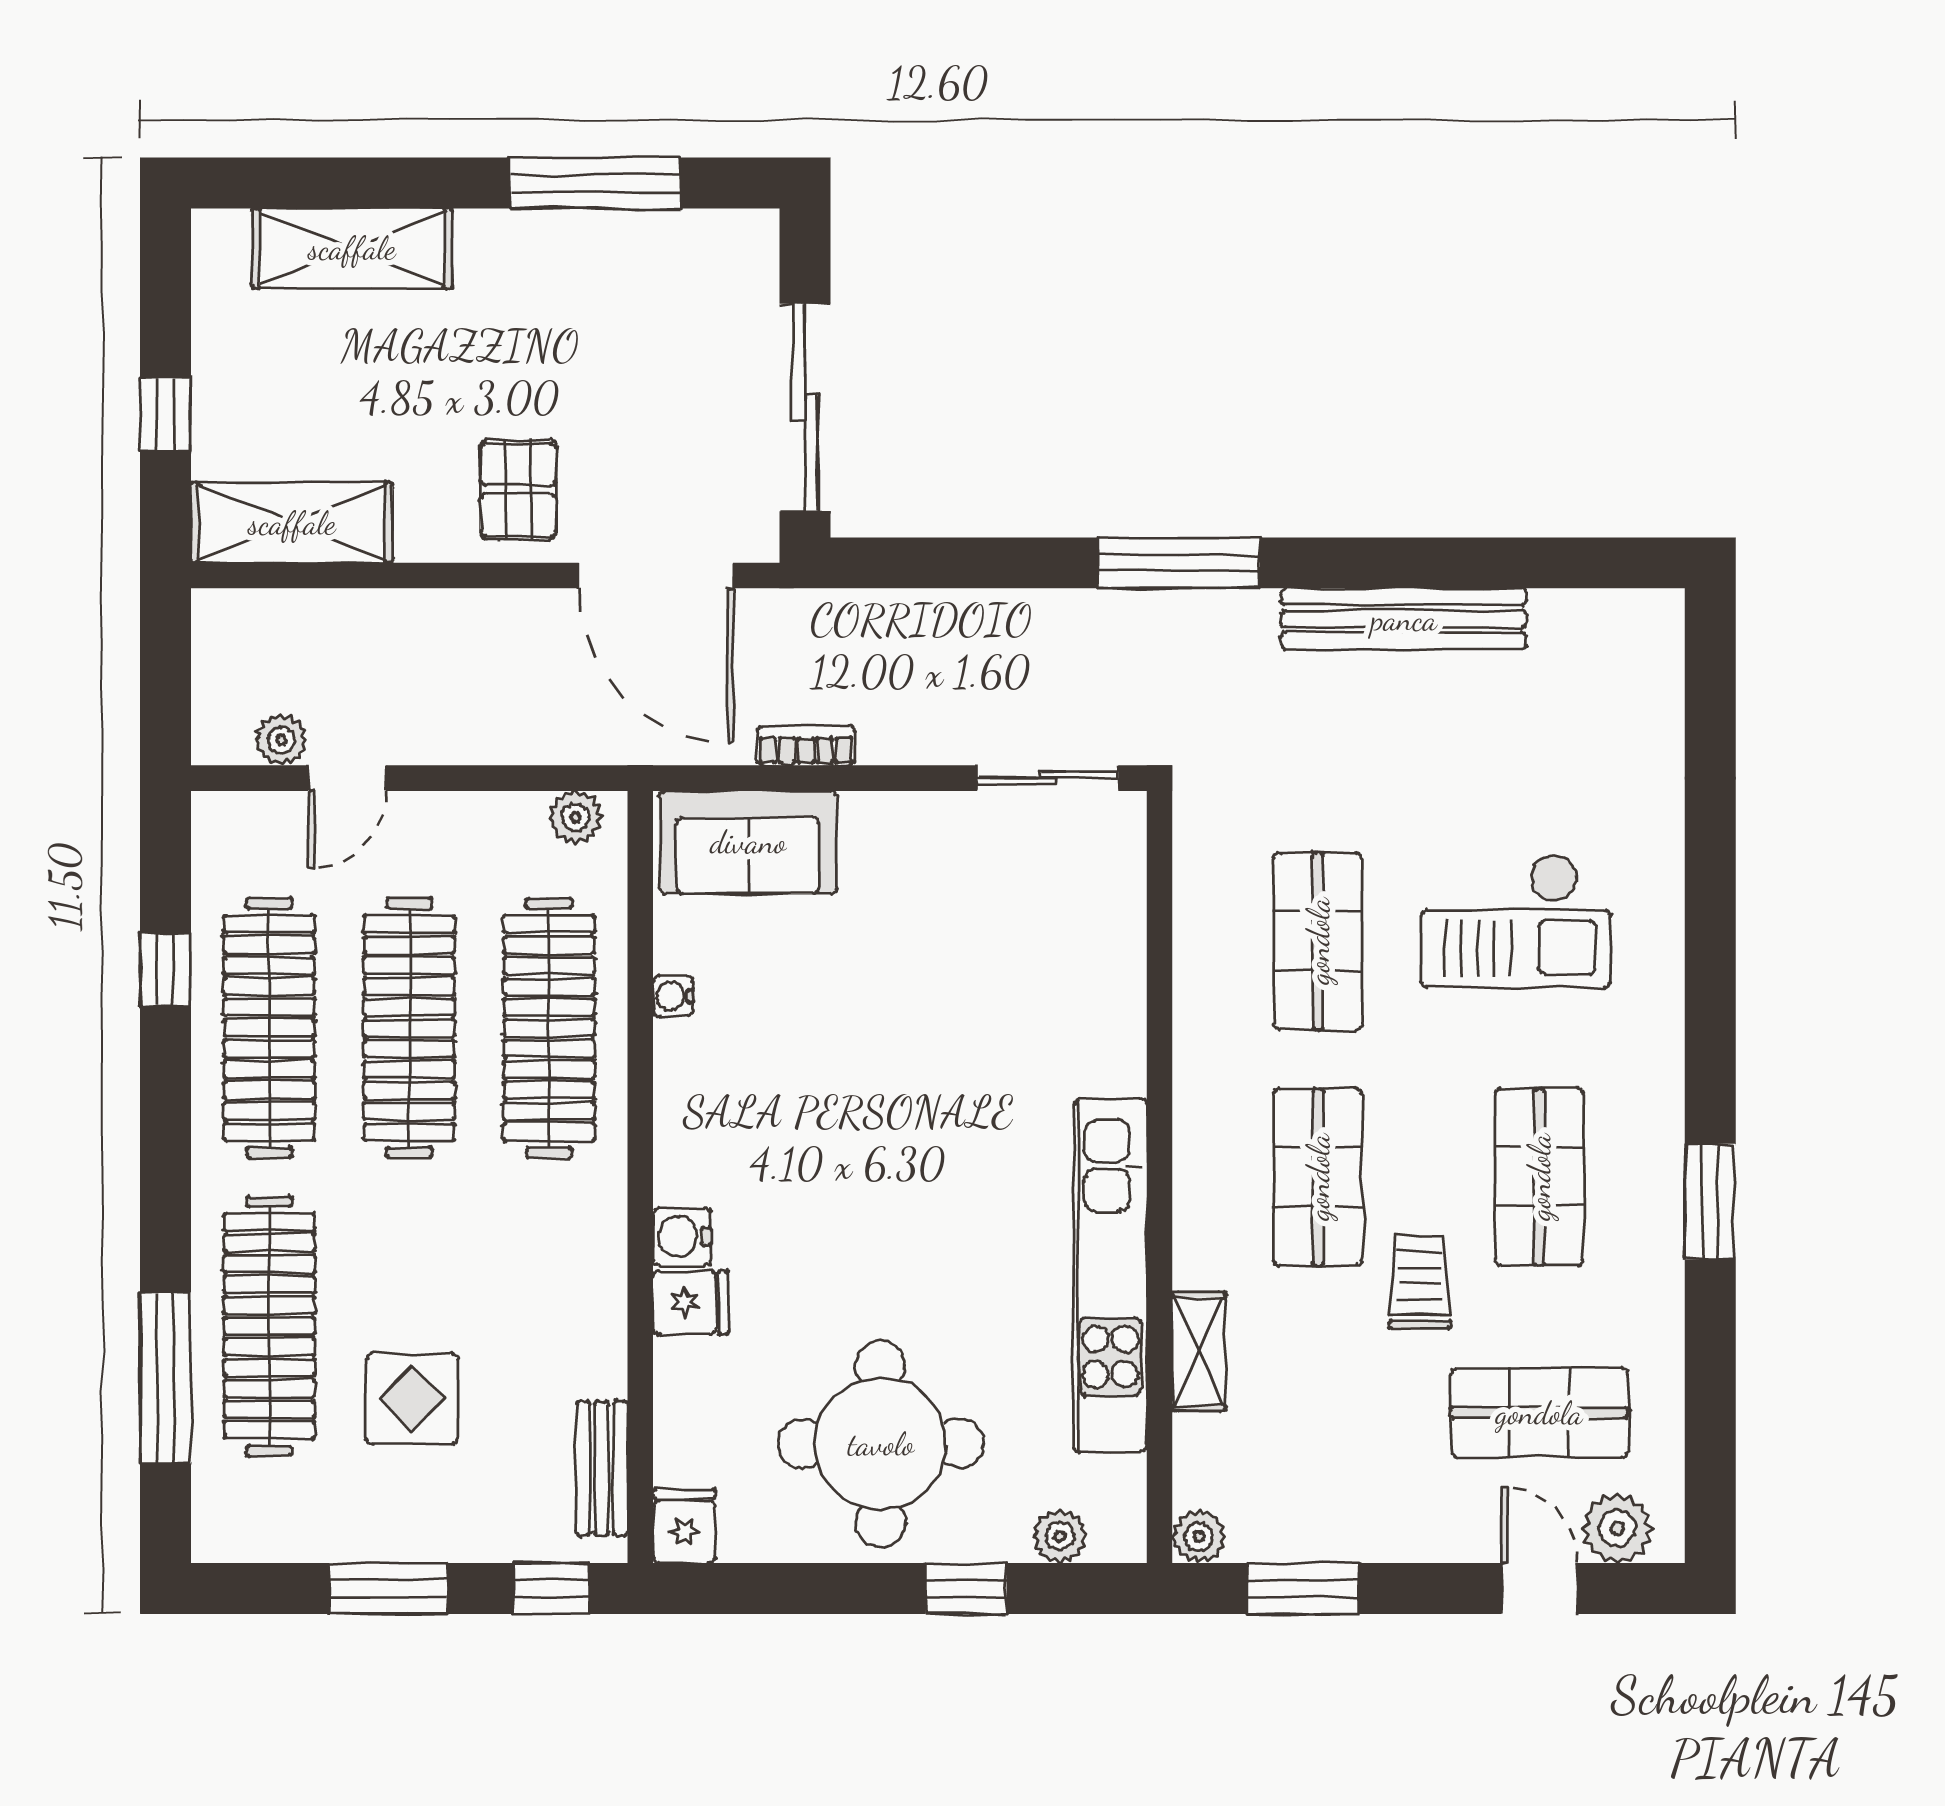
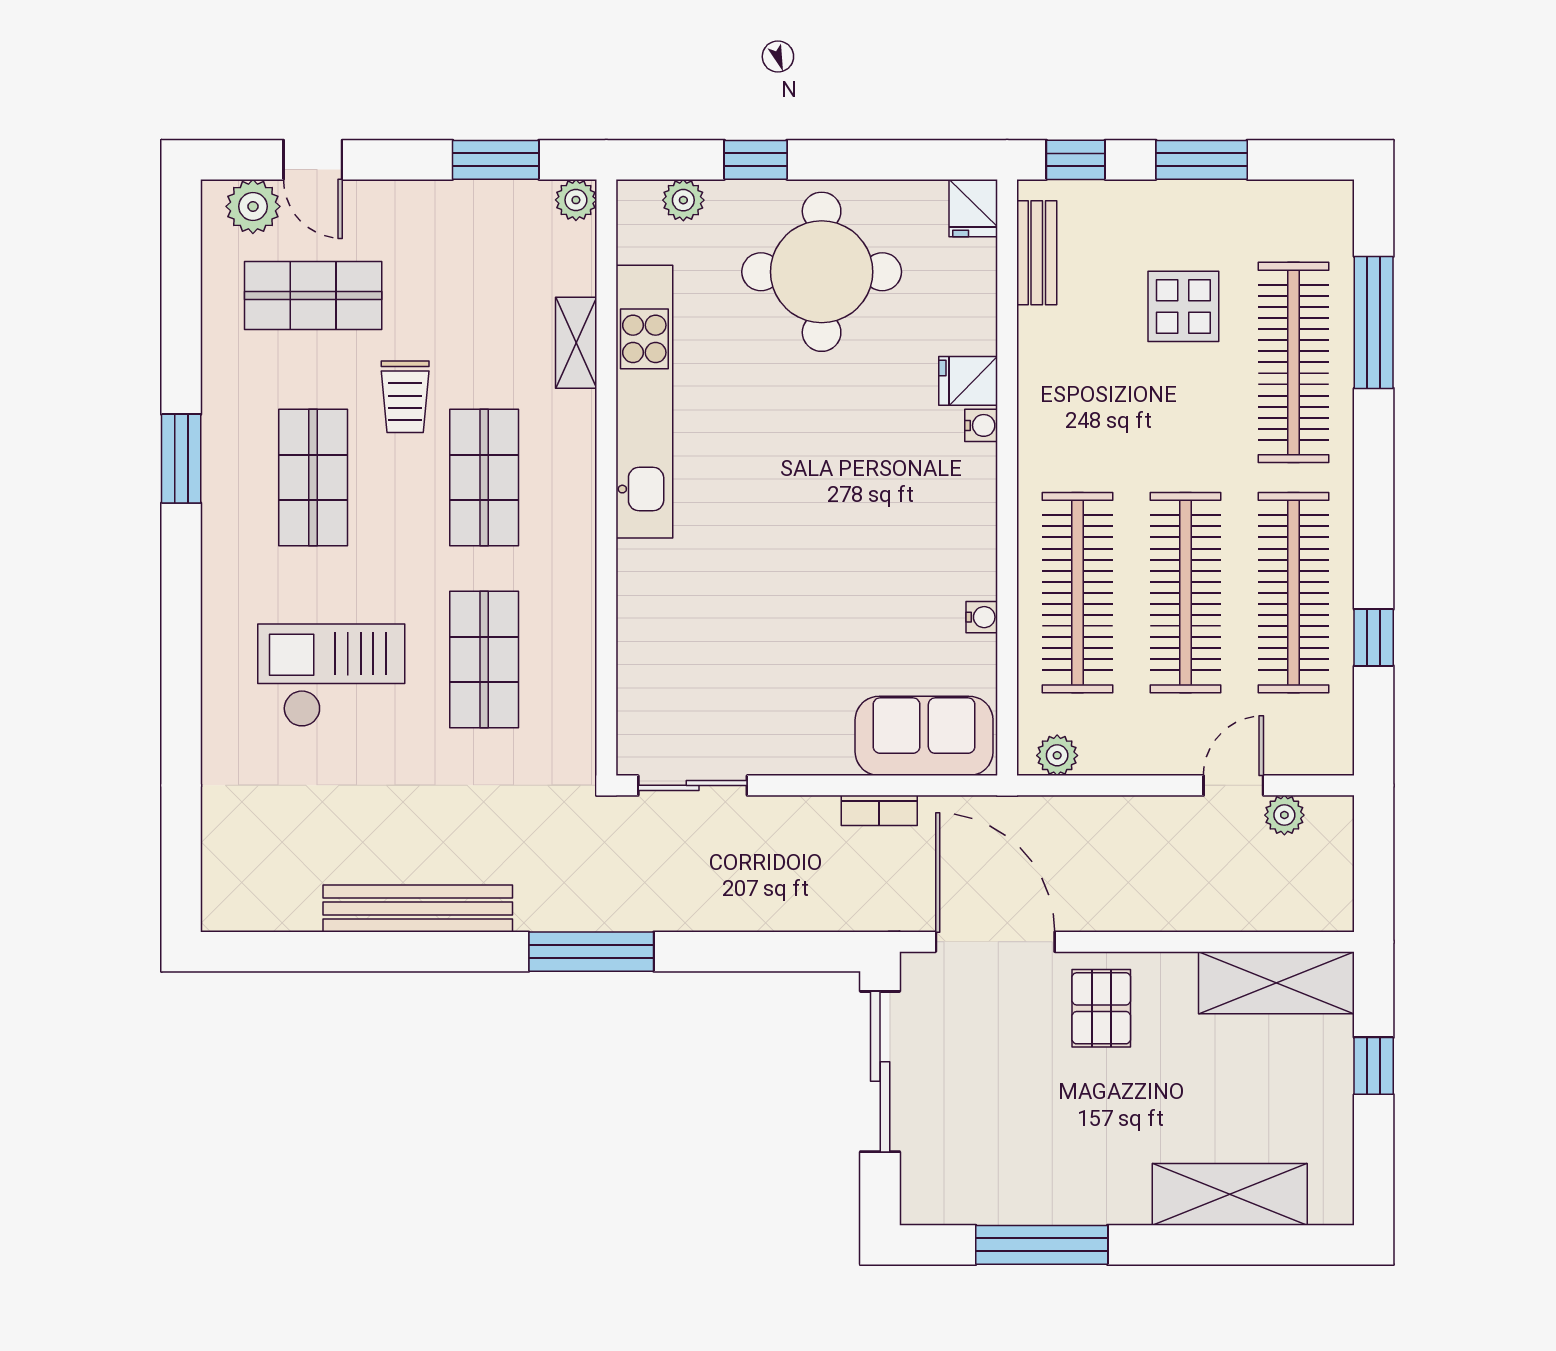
water cooler: (682, 1236) -> (981, 425), width x0.72, depth x0.72

